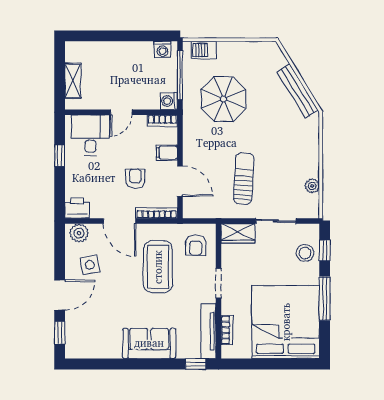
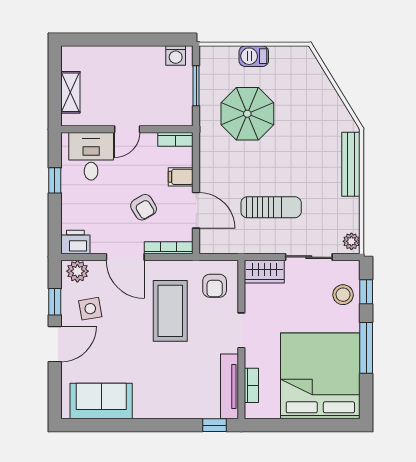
barbecue: (204, 50) -> (254, 56), moved
window: (180, 75) -> (196, 86), width x0.69
bench: (298, 91) -> (351, 164), moved, turned 31
washing machine: (169, 101) -> (183, 116), removed
armchair: (135, 179) -> (144, 207), turned 149
sun lounger: (244, 179) -> (271, 207), turned 87
plant: (312, 186) -> (351, 241), moved
window: (60, 333) -> (55, 302), moved
sofa: (149, 343) -> (101, 401), moved

